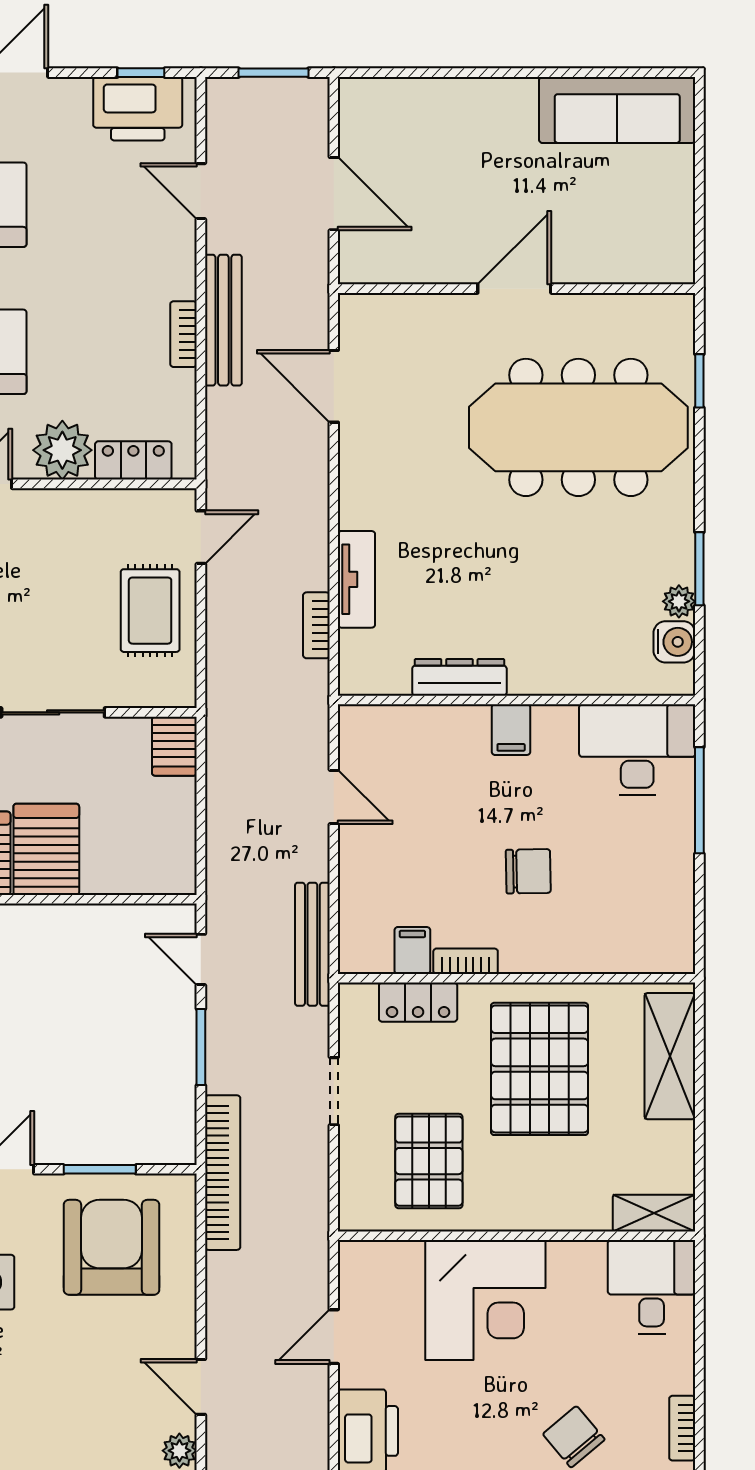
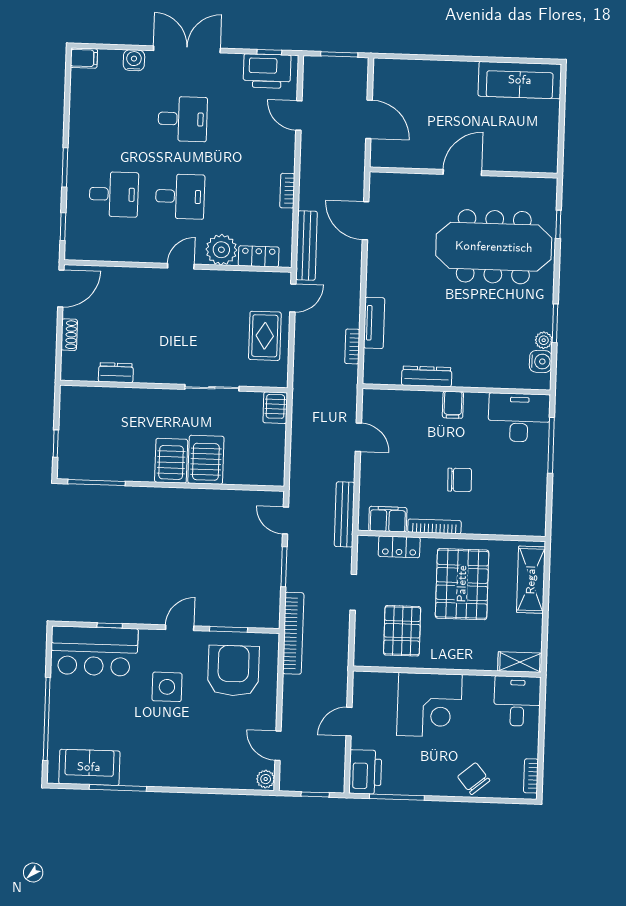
bench: (223, 320) -> (306, 245), moved
filing cabinet: (412, 950) -> (388, 519), width x2.00
bookcase: (466, 961) -> (434, 526), width x1.56

